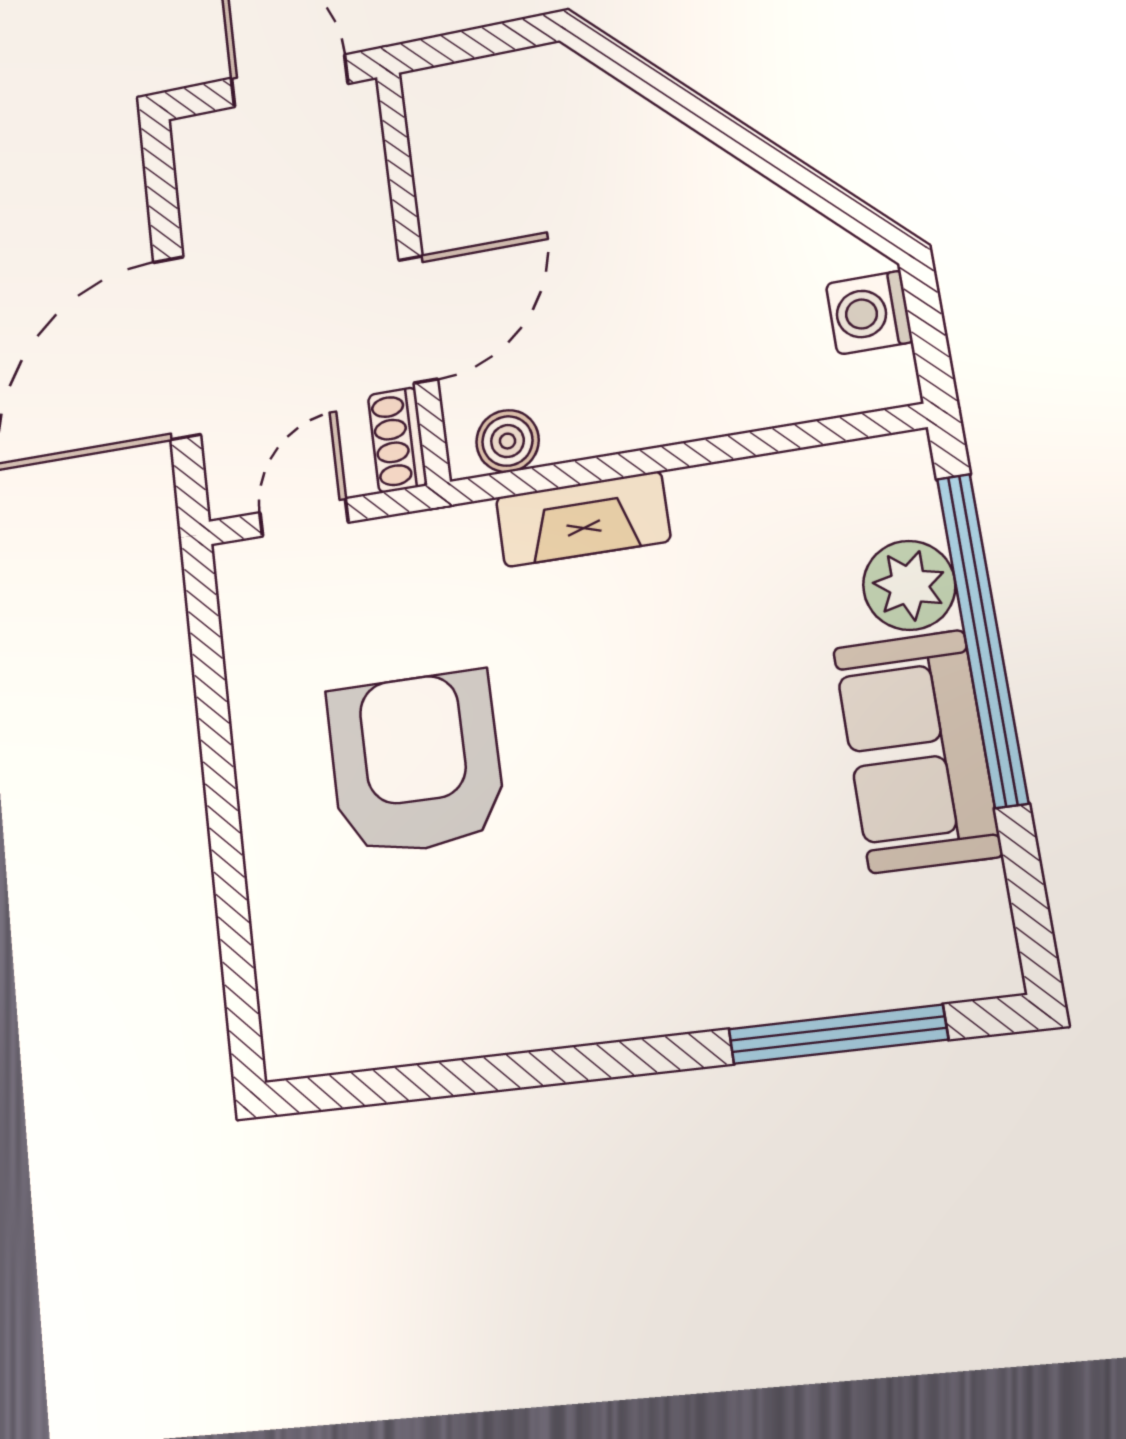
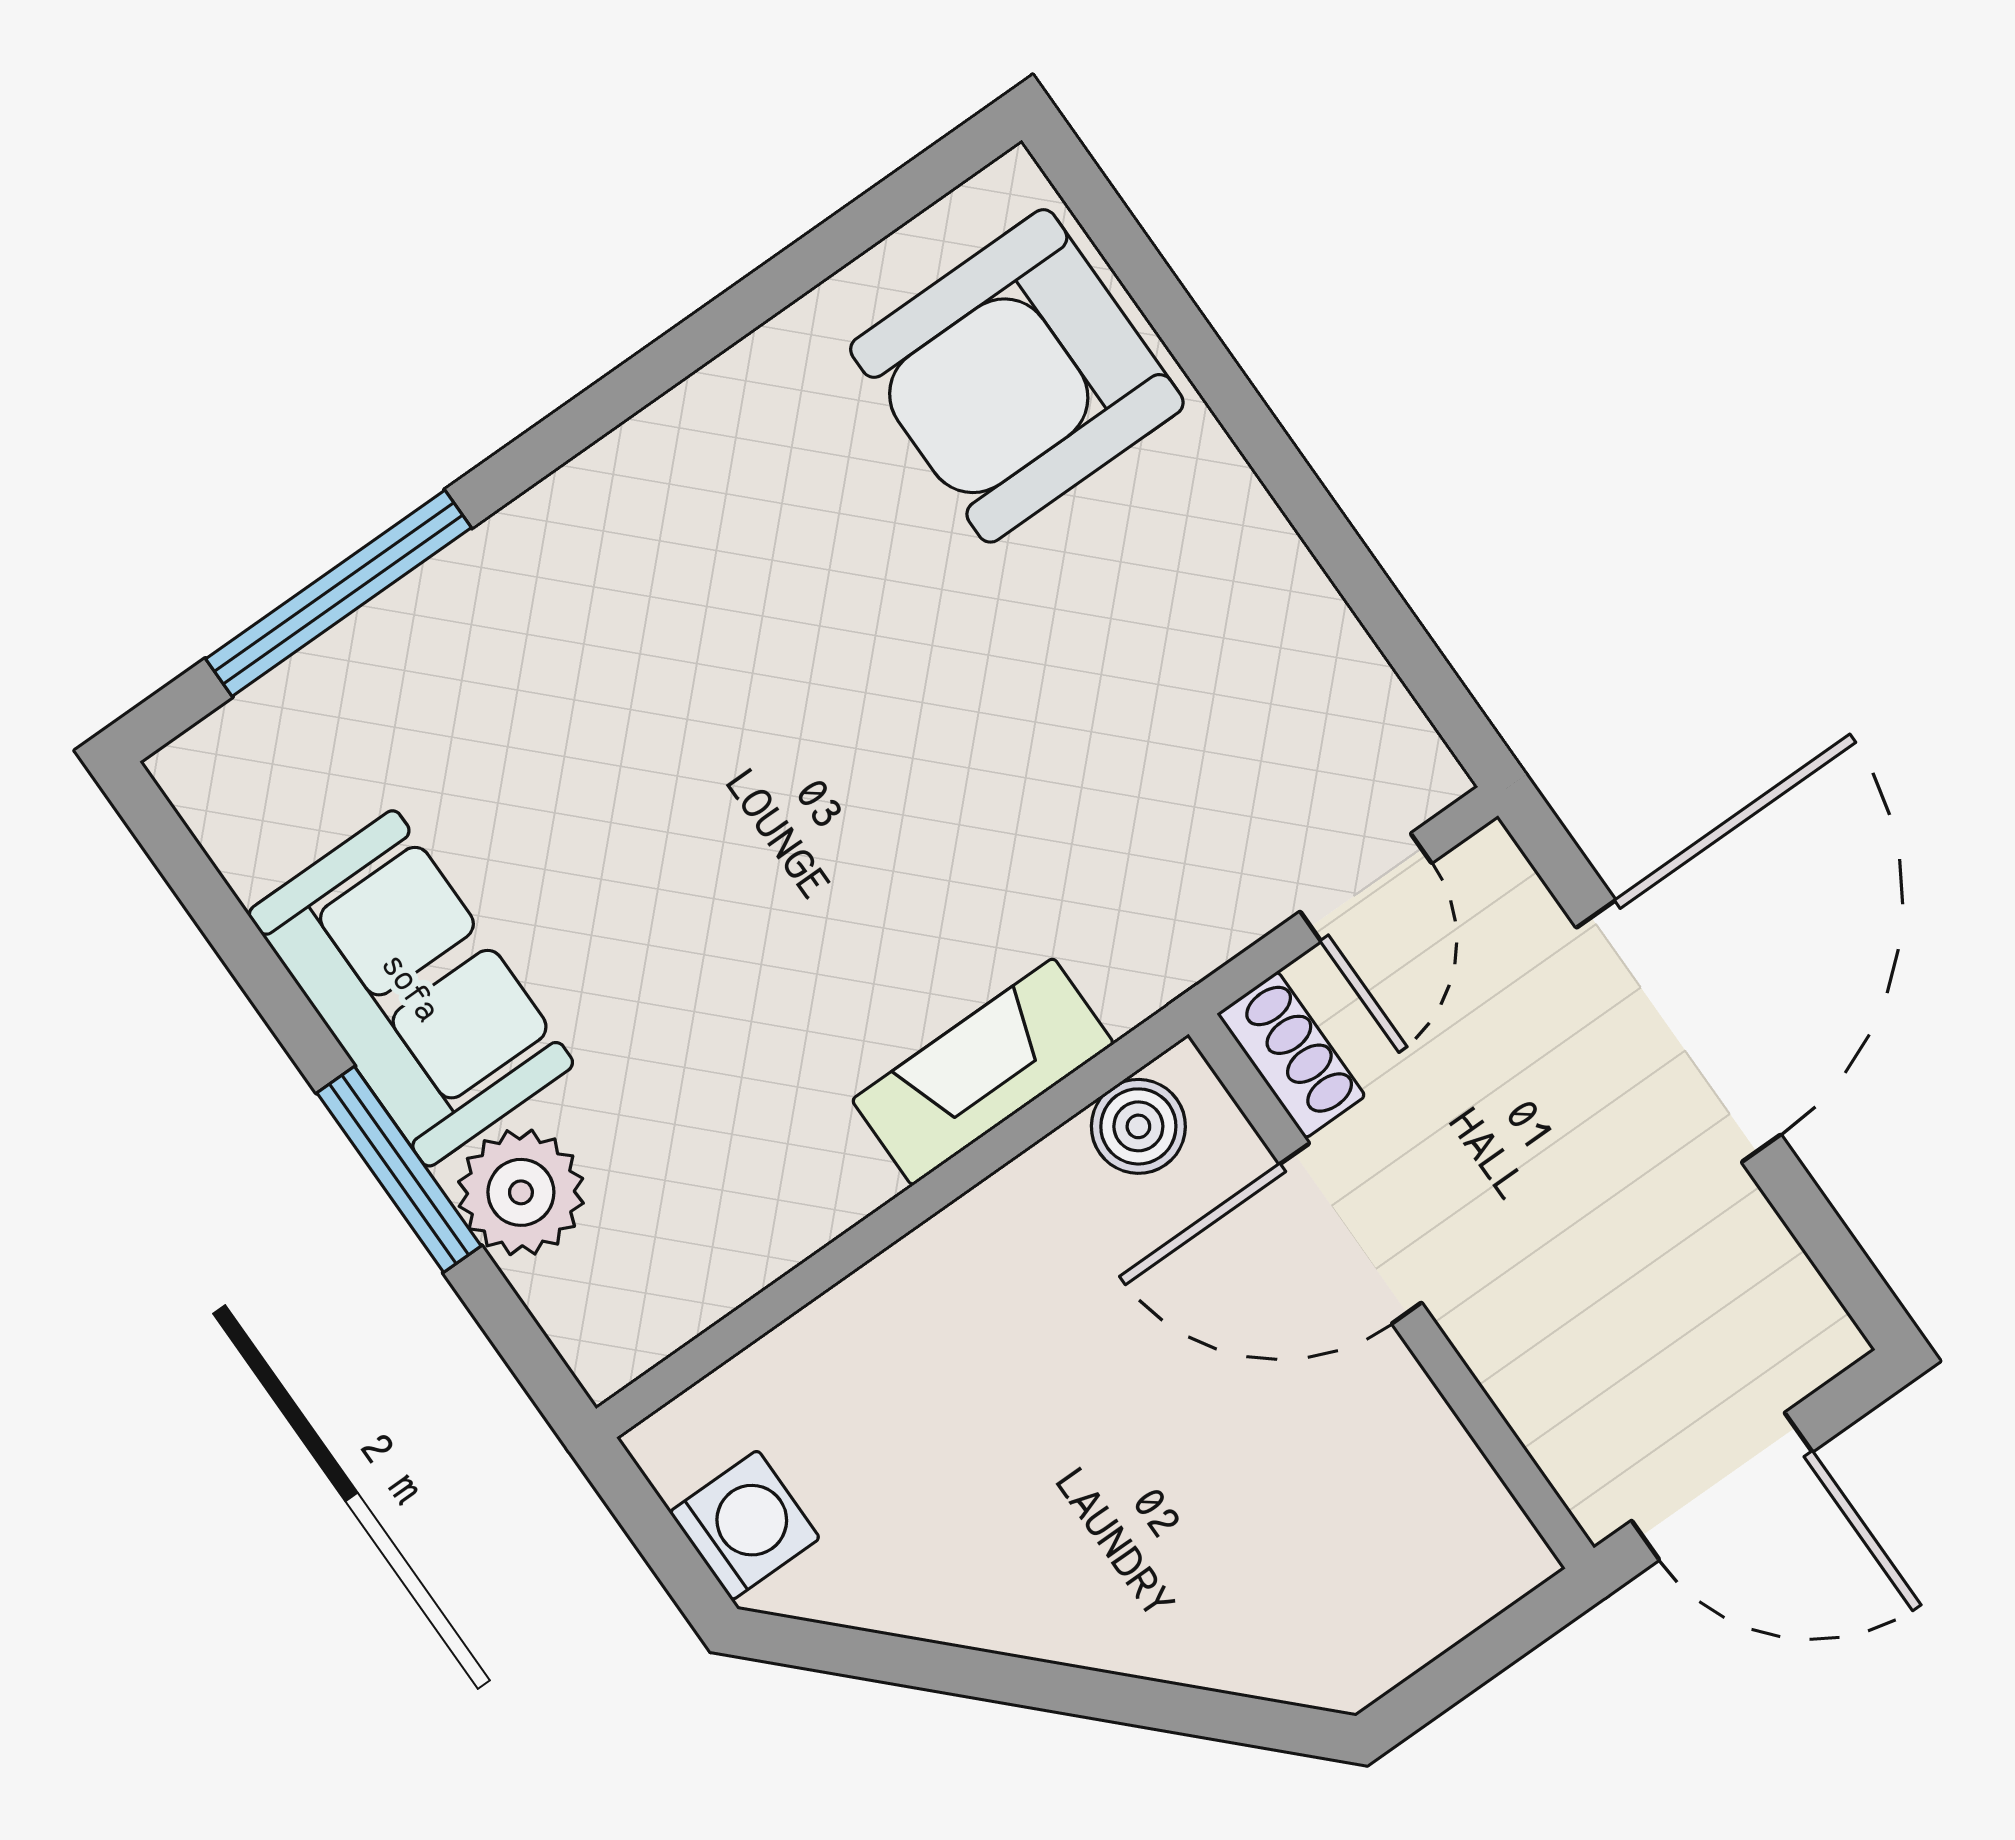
door: (418, 319) -> (1351, 1233), hinge flipped
window: (982, 639) -> (399, 1169), width x0.47
armchair: (415, 763) -> (1017, 376), moved, turned 90

